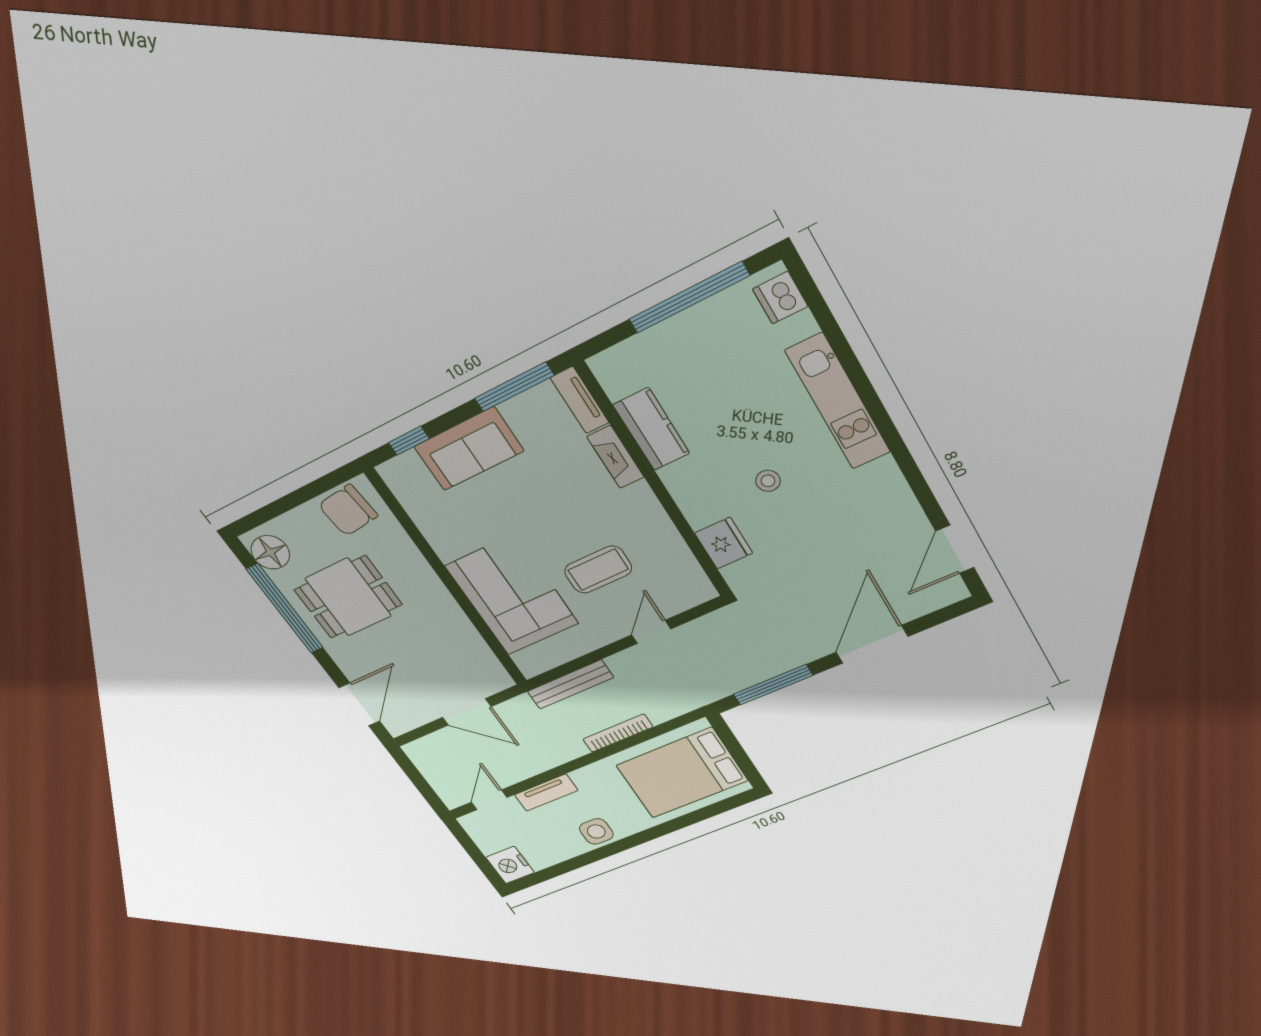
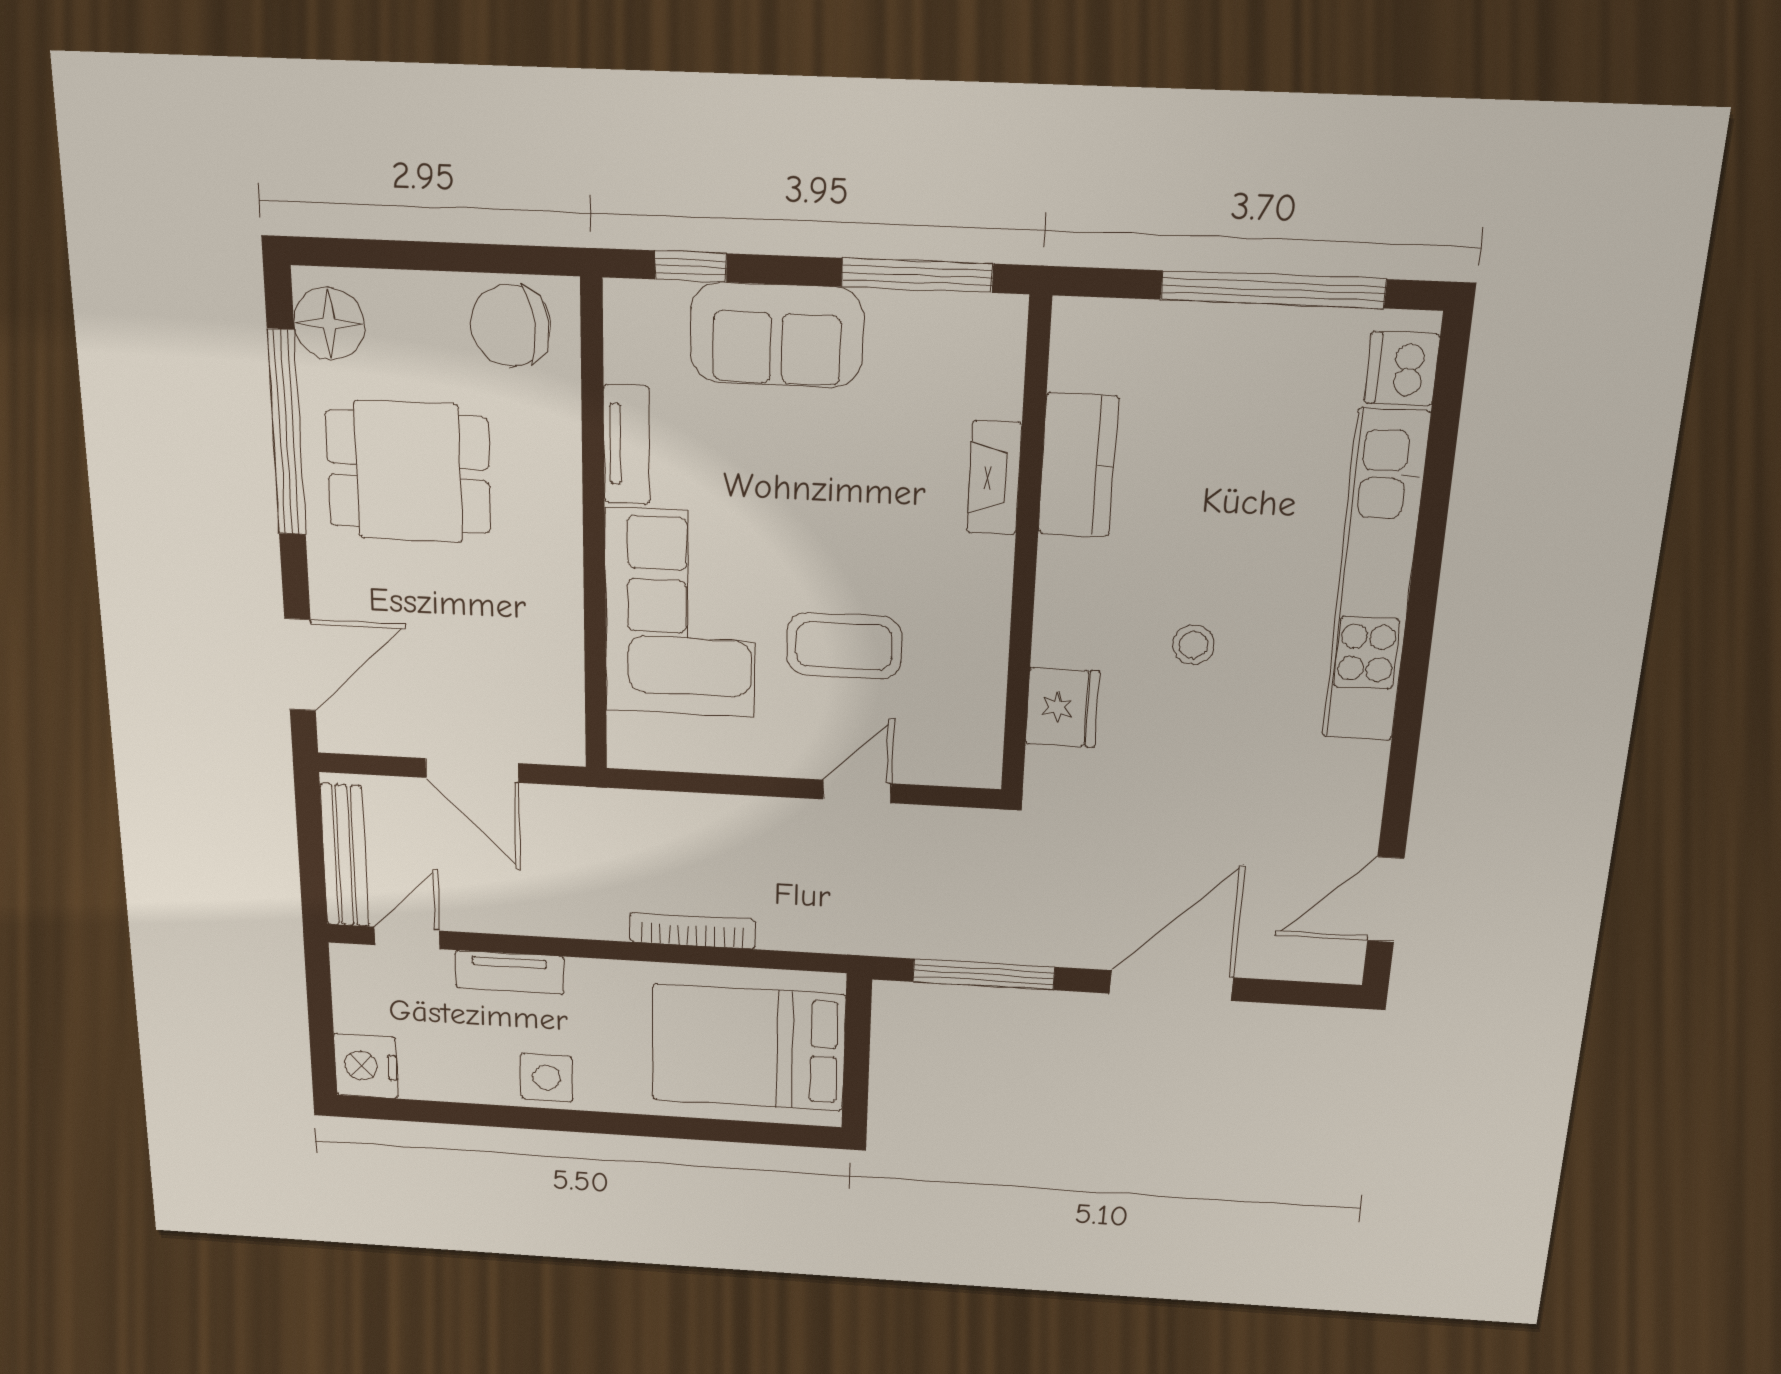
tv unit: (580, 400) -> (627, 445), moved, turned 180
kitchen unit: (838, 402) -> (1375, 578), width x1.36
bench: (570, 684) -> (345, 856), moved, turned 90

